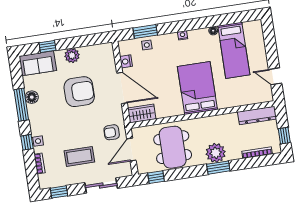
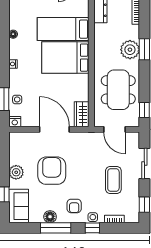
bed: (234, 50) -> (63, 29), moved, turned 180
nightstand: (126, 61) -> (15, 122), moved
door: (122, 88) -> (54, 129), hinge flipped
armchair: (112, 132) -> (74, 206), moved
dining table: (173, 147) -> (118, 90), turned 90

